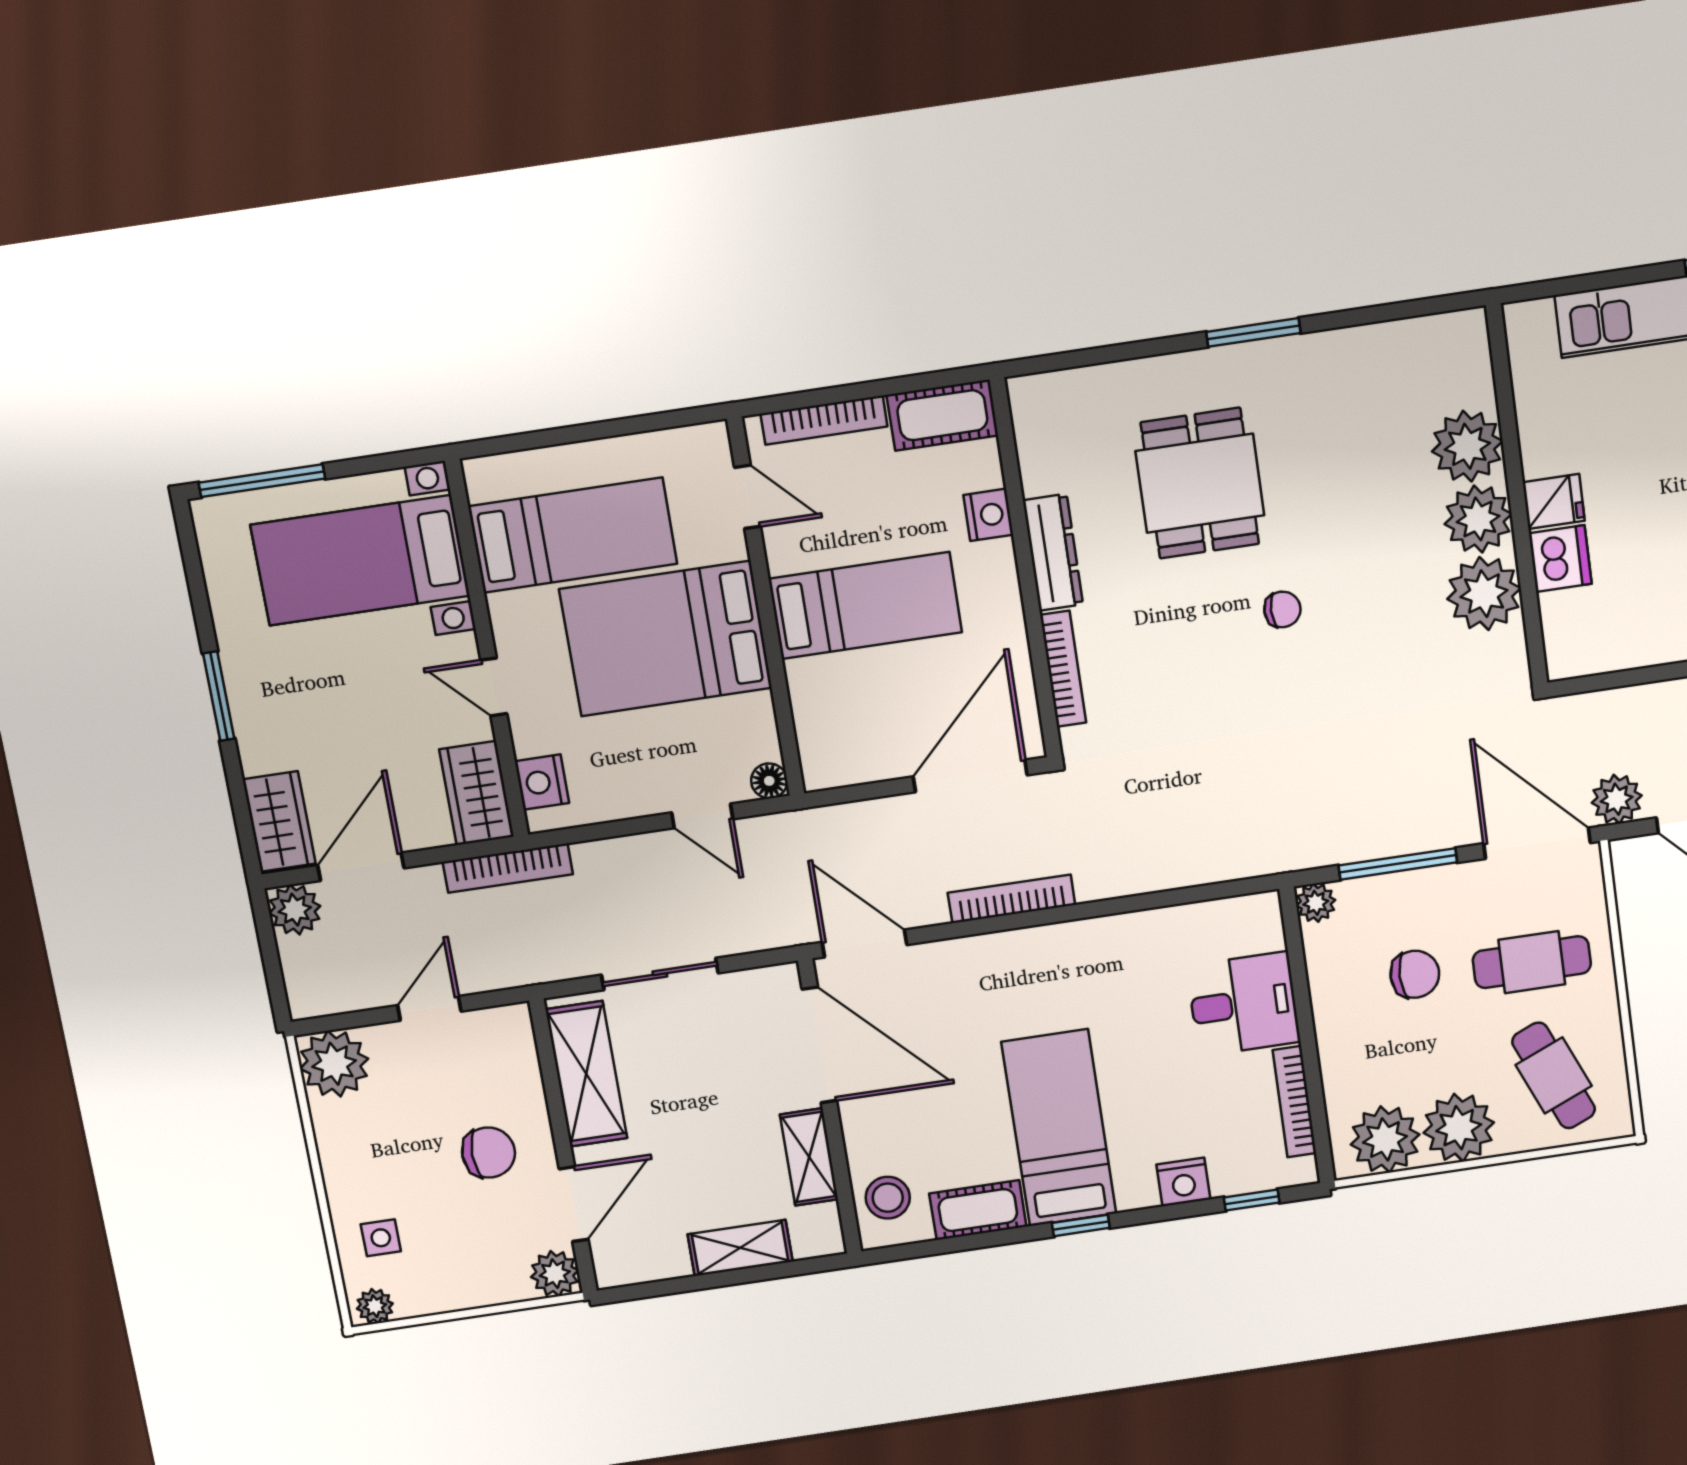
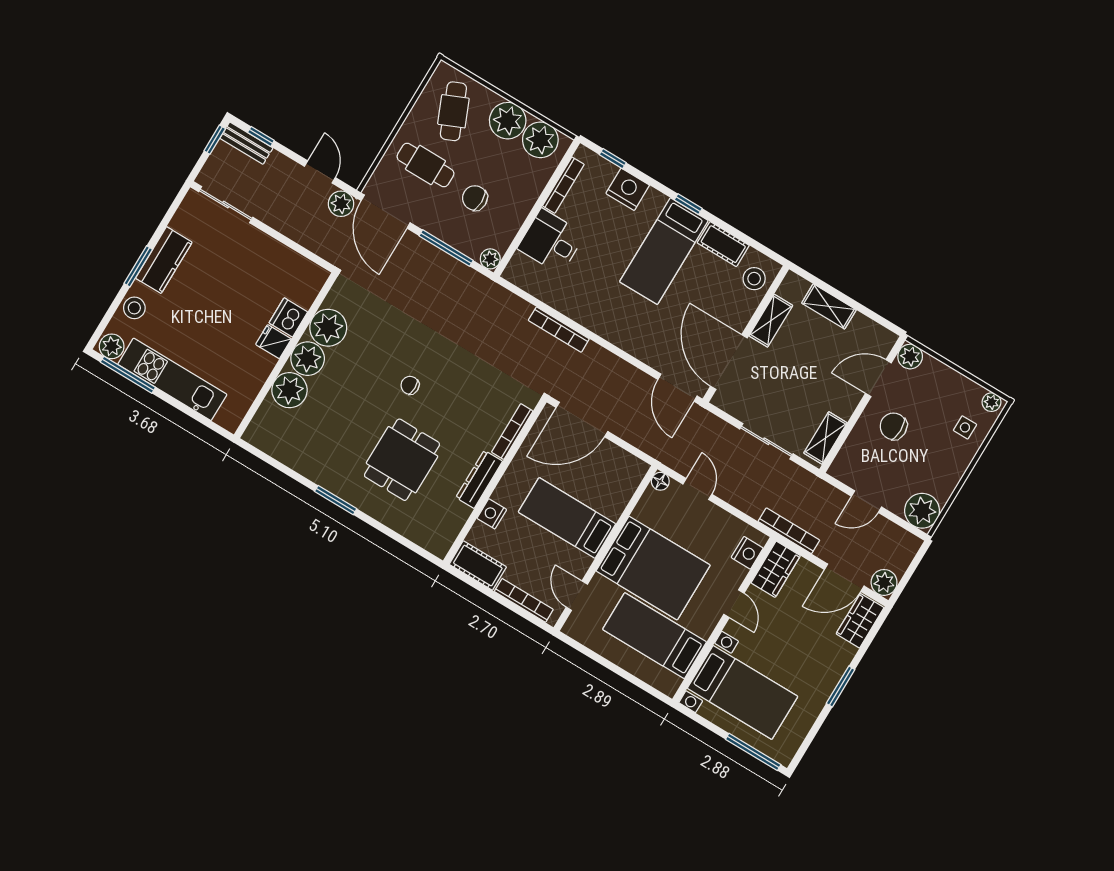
bookcase: (1011, 899) -> (559, 330), moved
shelving: (586, 1074) -> (825, 438), width x0.67, depth x0.75
nightstand: (1183, 1182) -> (628, 189), width x1.36, depth x1.33

